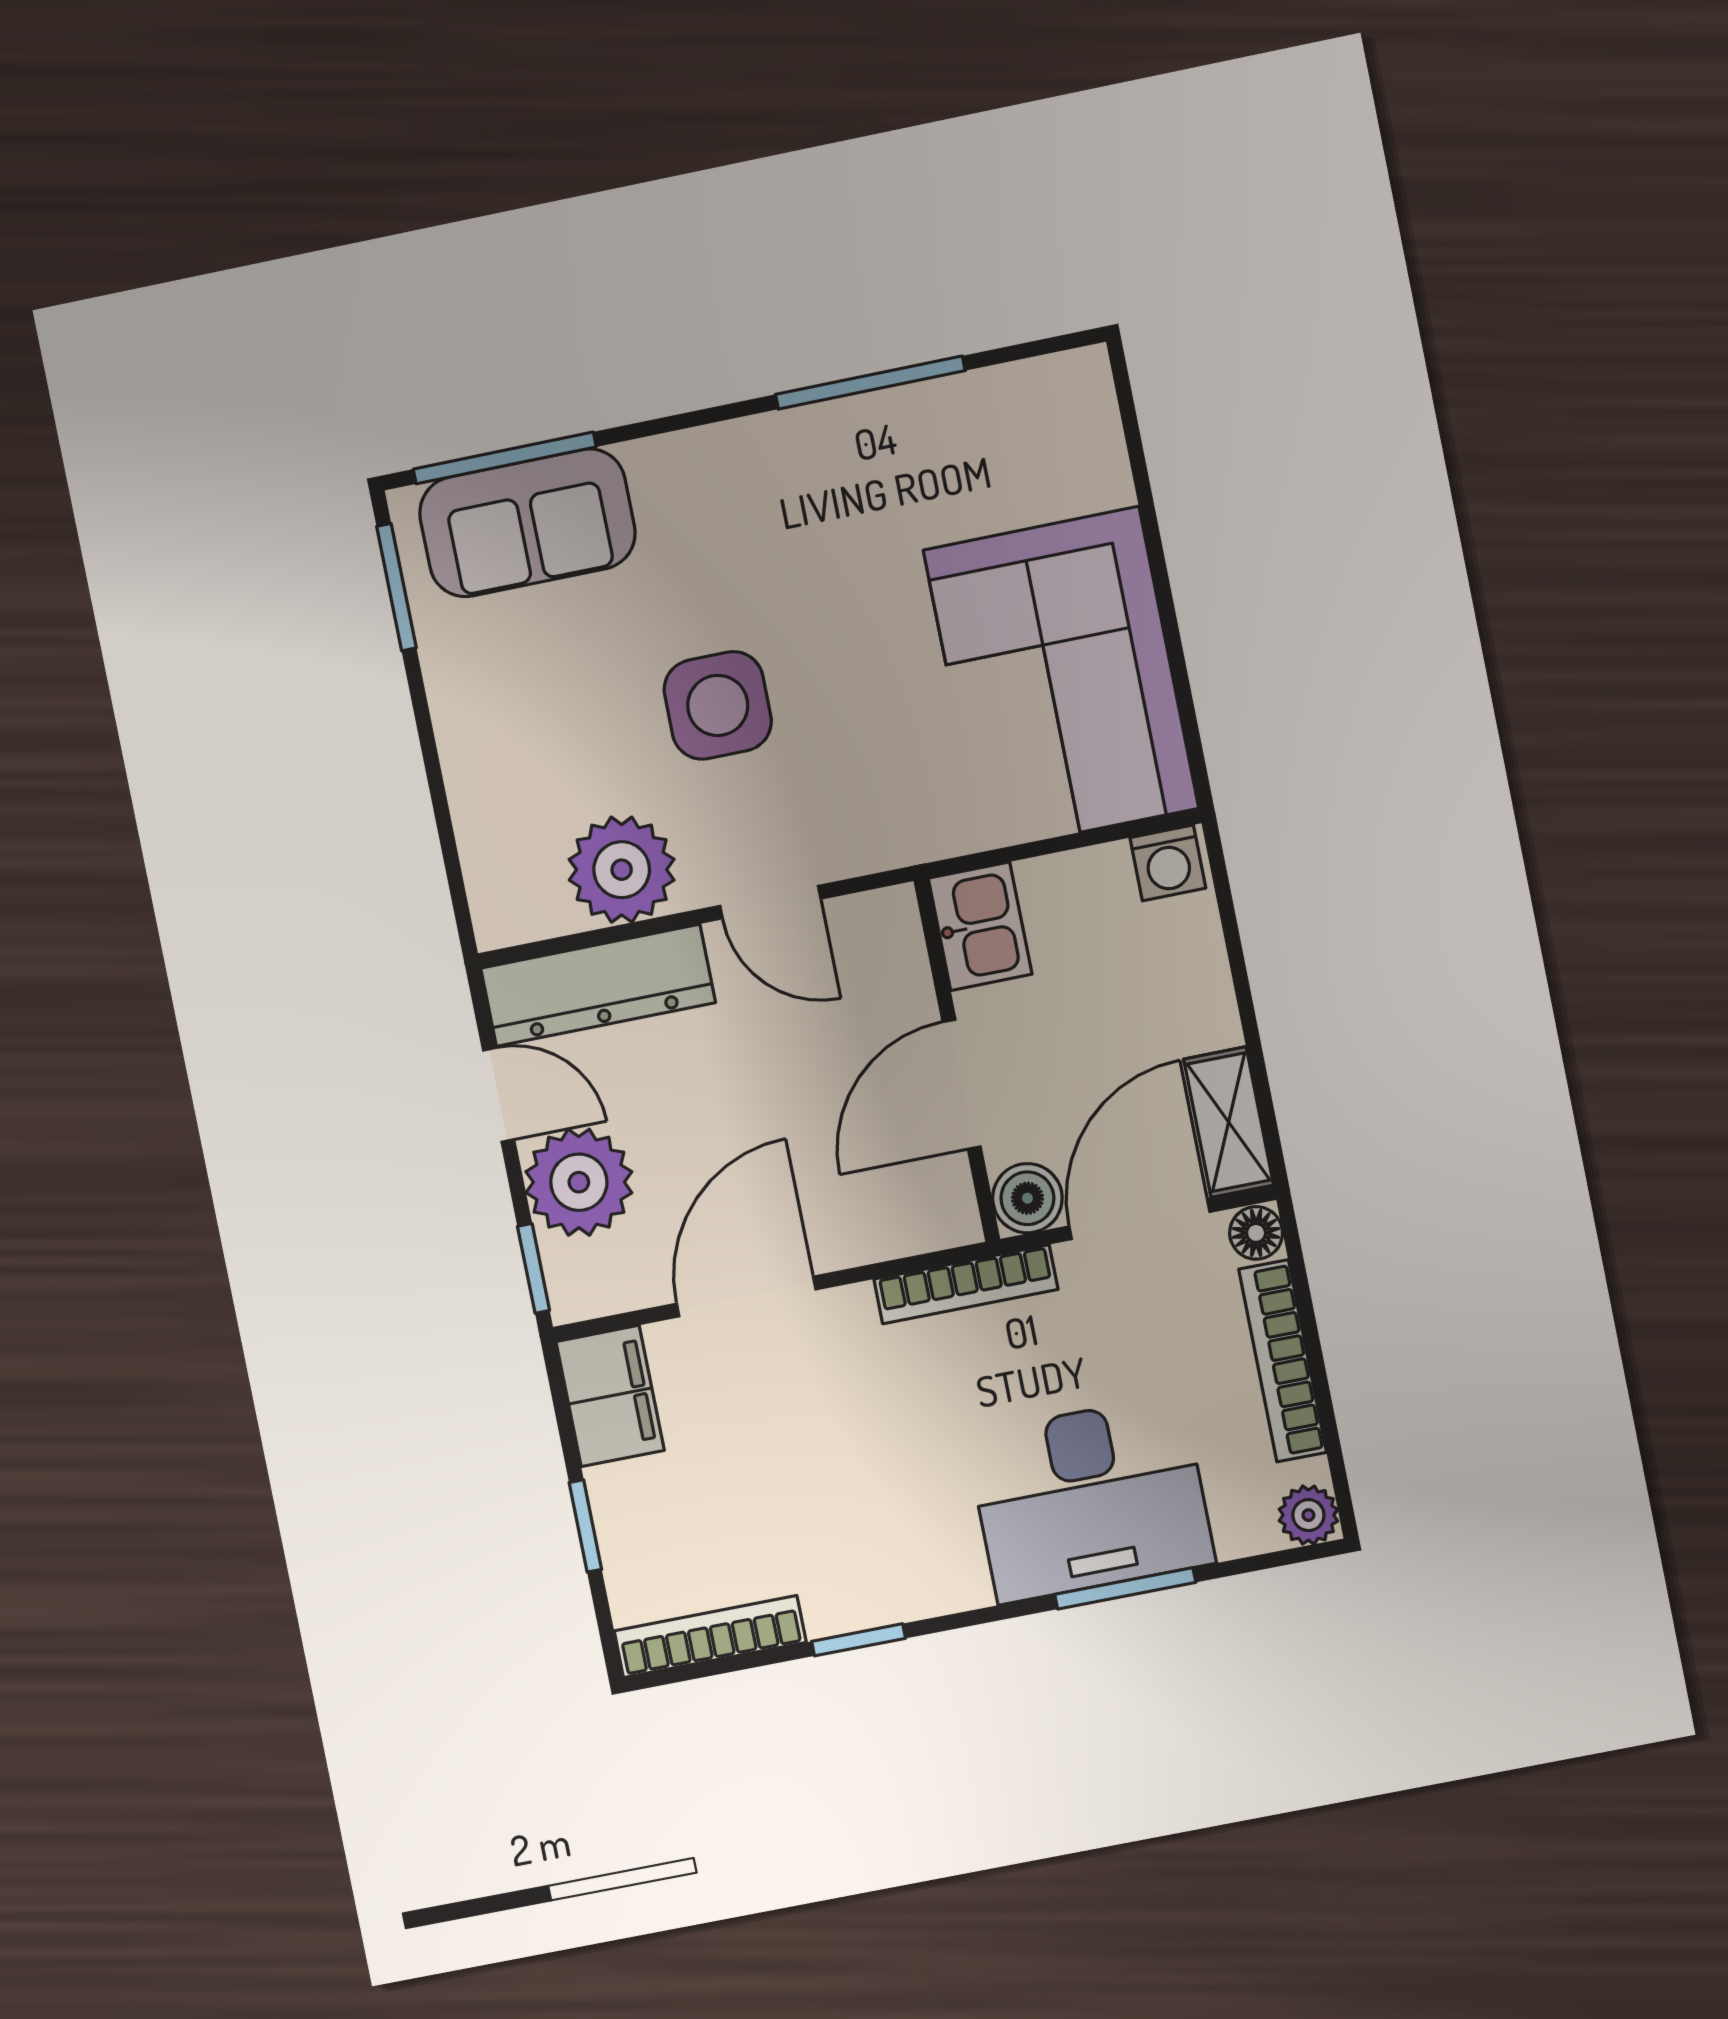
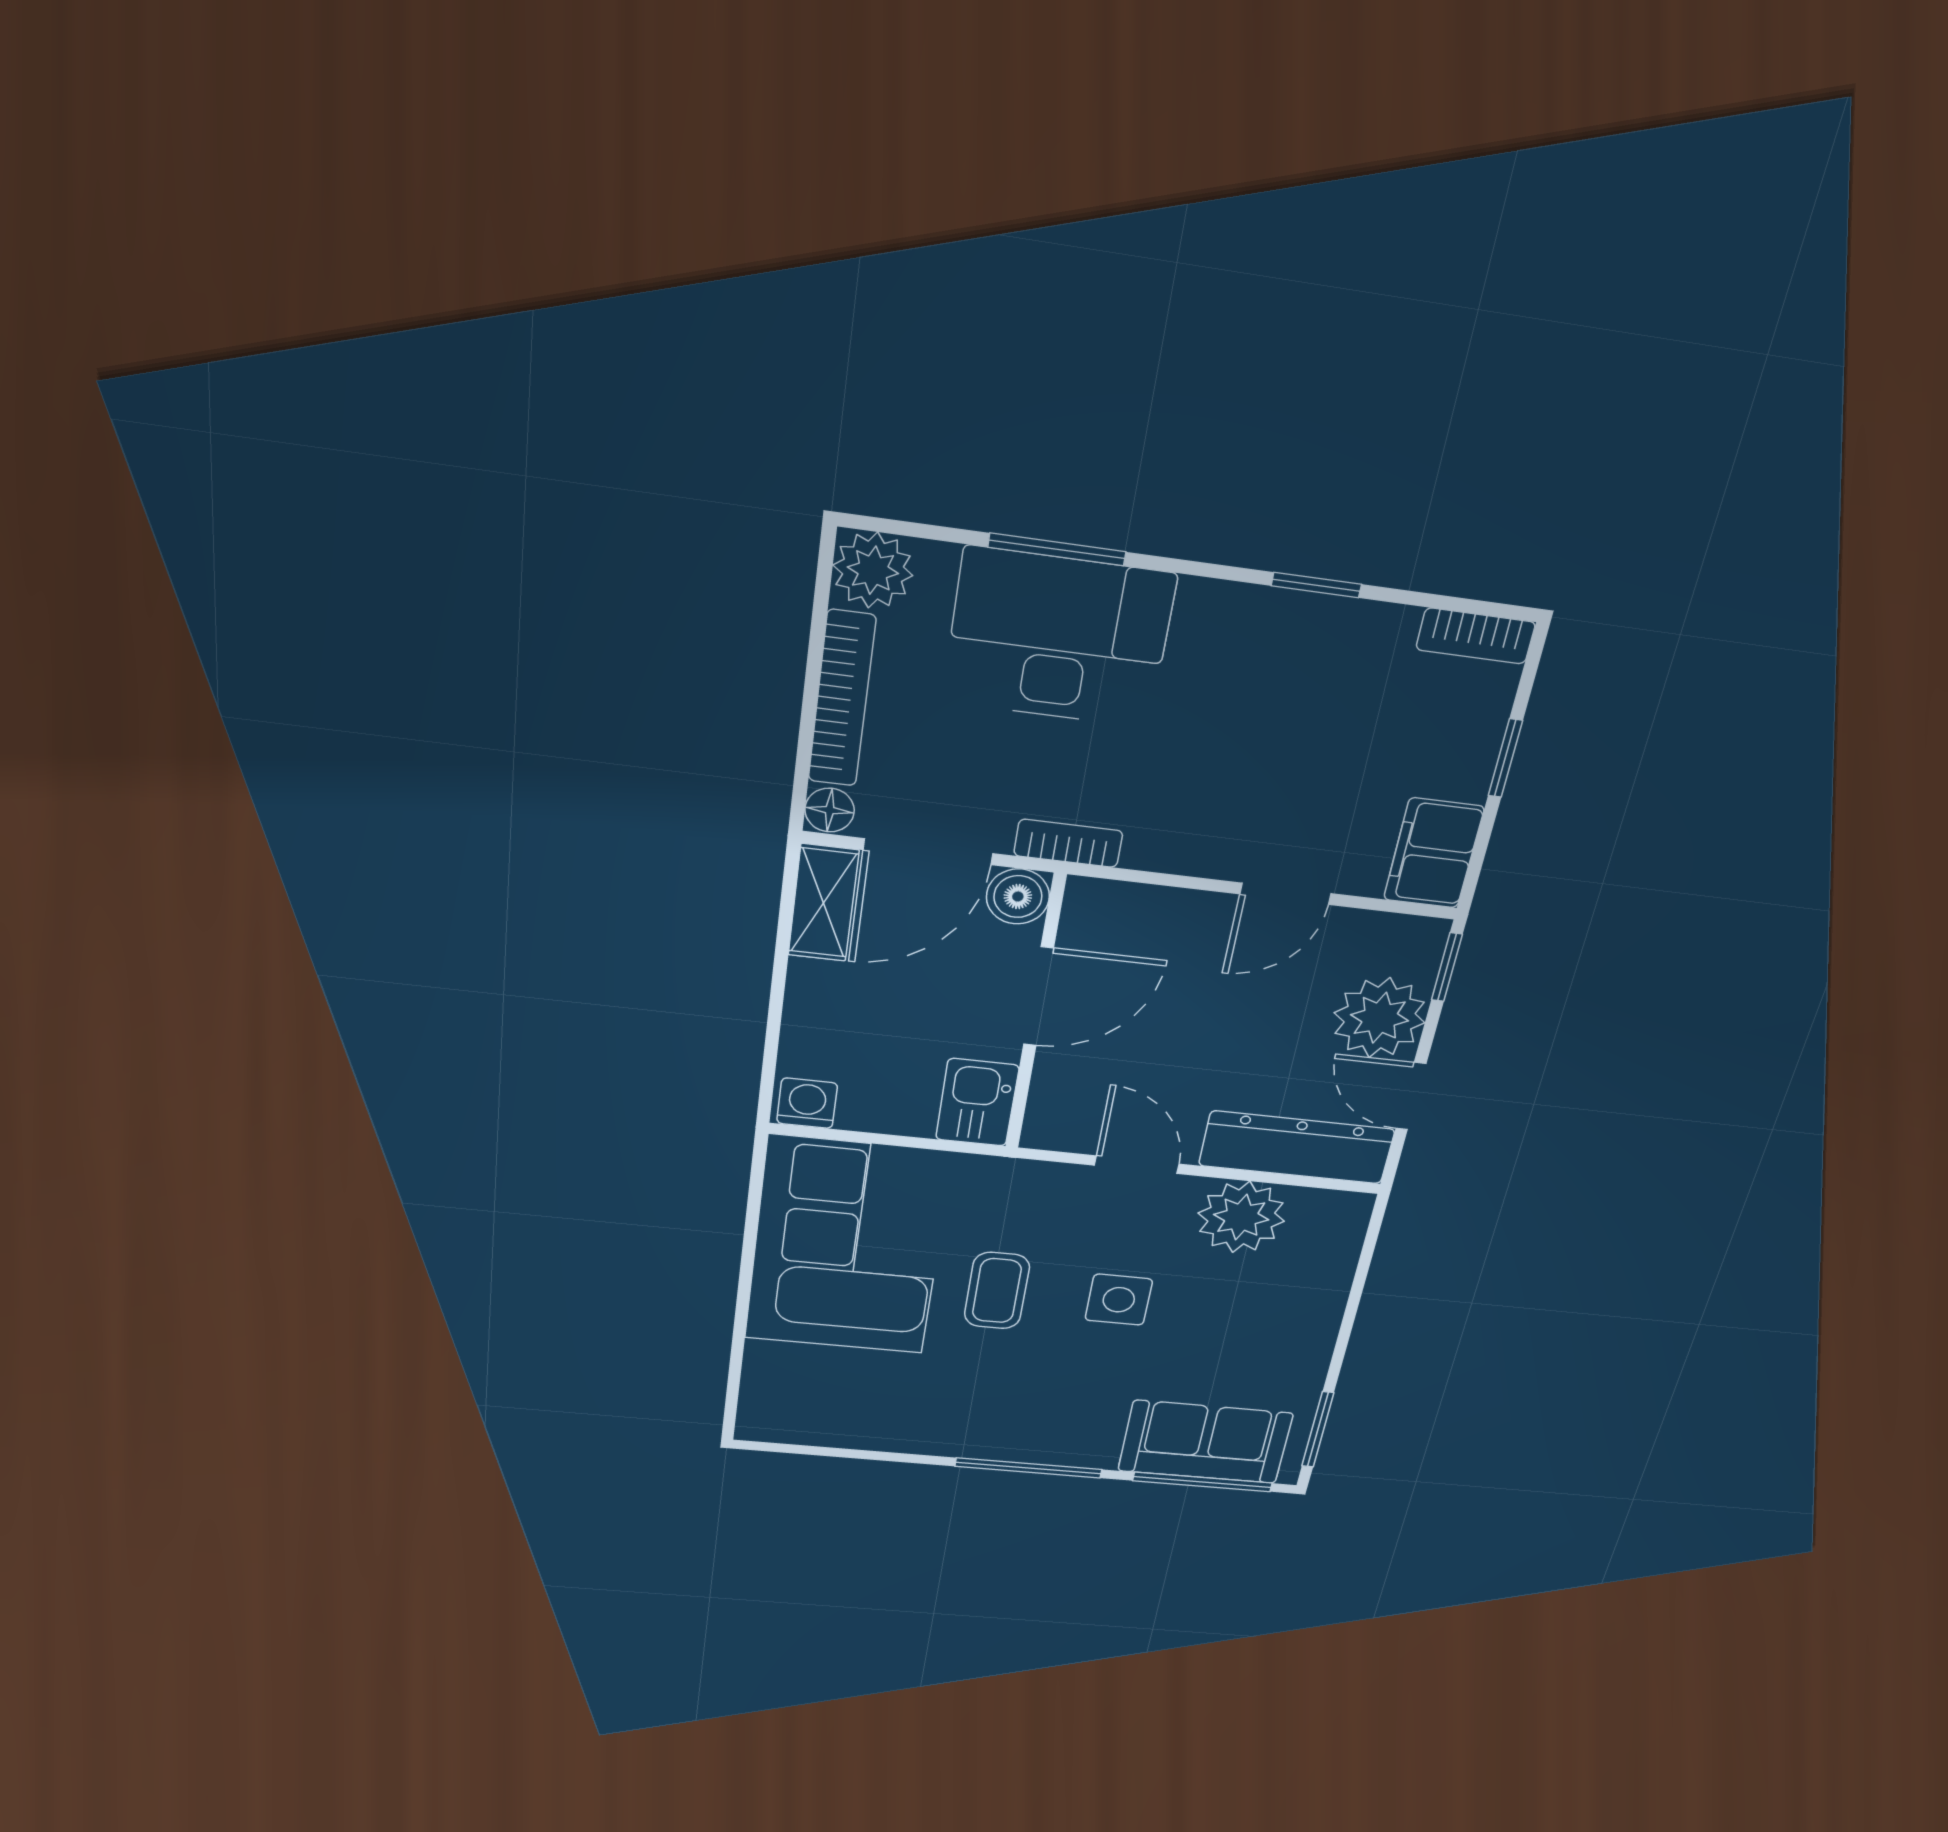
window: (870, 383) -> (1029, 1468), moved
coffee table: (866, 672) -> (997, 1291), added
side table: (718, 705) -> (1119, 1300), width x0.73, depth x0.73
bookcase: (966, 1284) -> (1068, 843), width x0.64
door: (746, 1297) -> (1285, 894), width x0.73
plant: (1308, 1515) -> (873, 570), width x1.38, depth x1.38
bookcase: (710, 1637) -> (1476, 636), width x0.64

